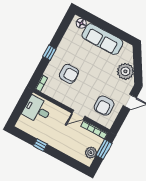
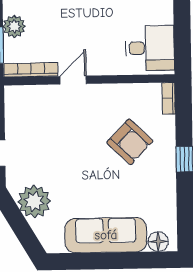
armchair: (69, 74) -> (130, 142), turned -136
armchair: (104, 106) -> (38, 121), removed

